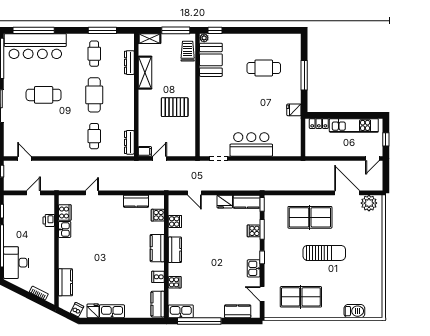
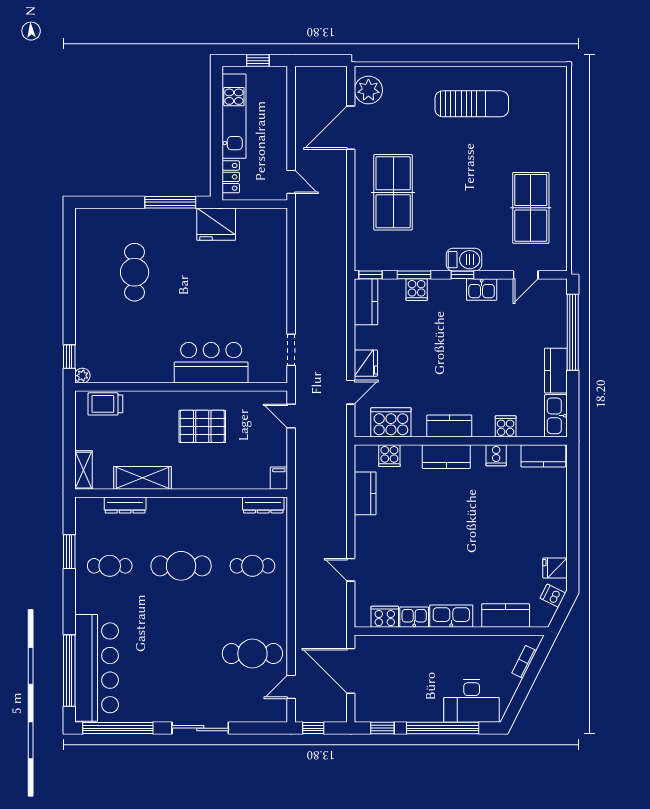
window: (102, 30) -> (69, 552), width x0.69
window: (176, 30) -> (69, 424), removed
booth: (211, 60) -> (120, 364), removed
window: (304, 75) -> (170, 202), moved
cafe table: (44, 95) -> (252, 654), moved, turned 90
pallet: (175, 107) -> (202, 426), turned 90
fridge: (294, 110) -> (216, 224), width x1.88, depth x1.34
bar counter: (251, 144) -> (211, 363), moved, turned 90
door: (160, 158) -> (291, 416), moved
door: (372, 158) -> (291, 182), moved
door: (34, 193) -> (351, 671), width x1.87
fridge: (225, 202) -> (366, 363), moved
printer: (49, 220) -> (398, 645), removed
cooker: (175, 221) -> (391, 422), width x1.87, depth x1.31
sun lounger: (324, 253) -> (472, 104), moved, turned 90
kitchen sink: (112, 311) -> (451, 616), moved, turned 90
kitchen counter: (238, 311) -> (556, 371), moved
barbecue: (354, 311) -> (464, 260), moved, turned 90
window: (199, 321) -> (573, 332), moved

